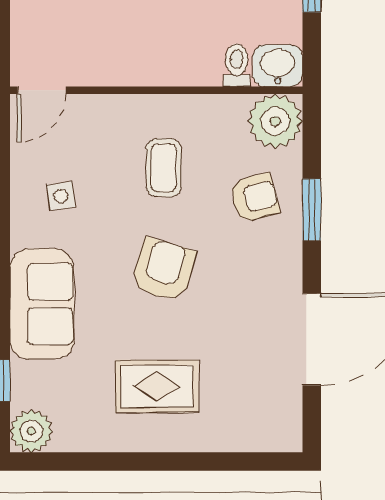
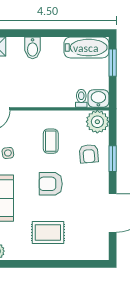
armchair: (255, 198) -> (89, 154), turned 100
armchair: (164, 270) -> (51, 184), turned -107

